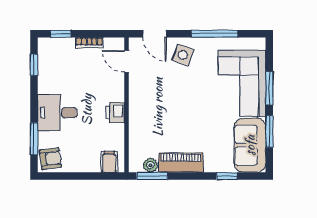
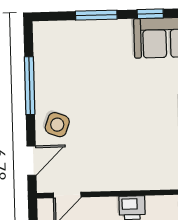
corner sofa: (242, 83) -> (91, 50), removed
window: (269, 131) -> (150, 14), width x0.67

